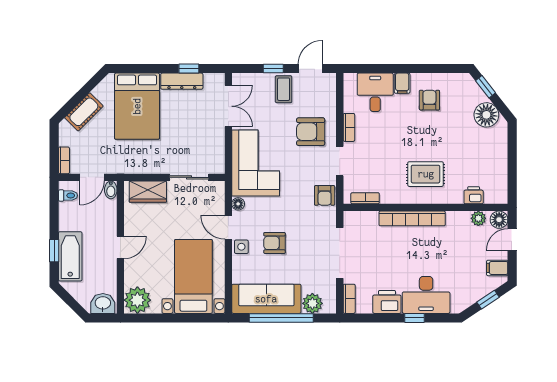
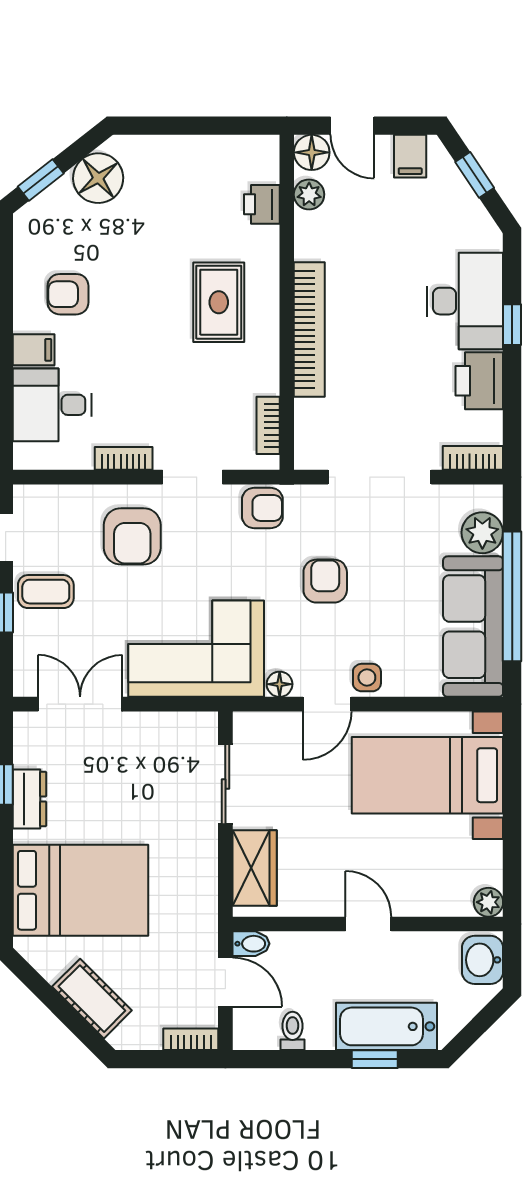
dresser: (182, 81) -> (30, 799), width x0.70
toilet: (68, 195) -> (293, 1031), moved
armchair: (274, 243) -> (325, 581), moved, turned 180
plant: (137, 300) -> (488, 902), width x0.53, depth x0.53

